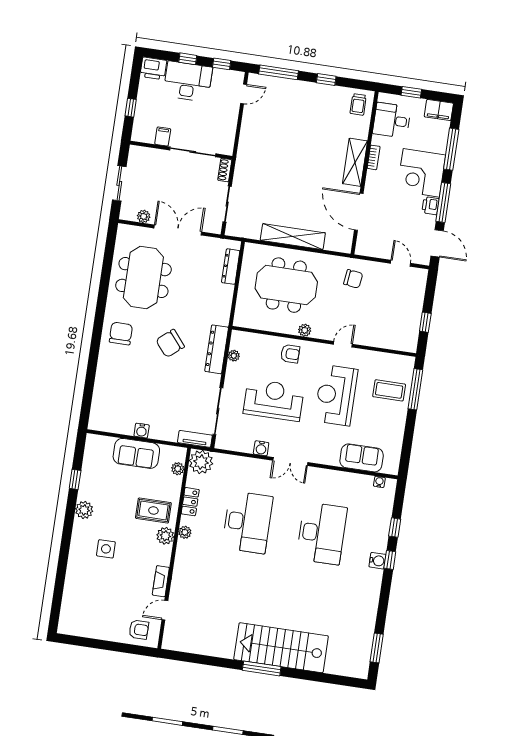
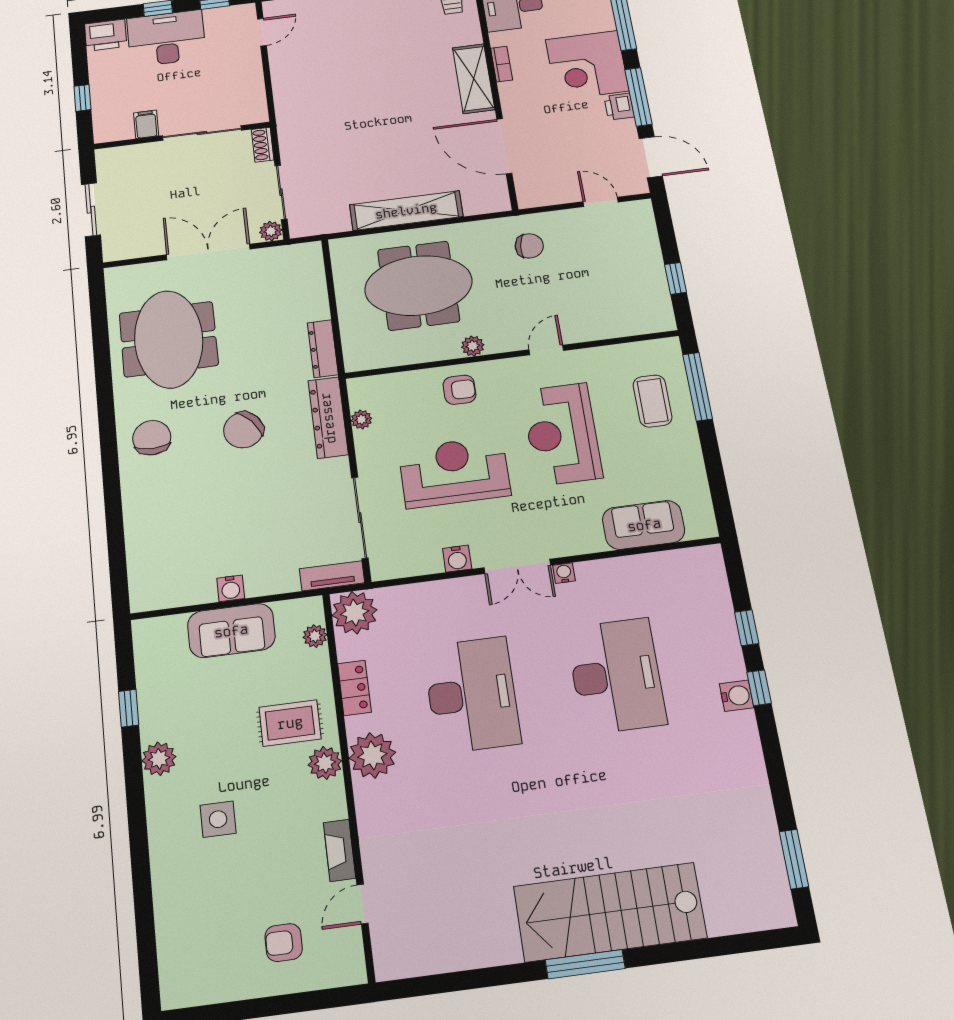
plant: (144, 216) -> (271, 231), moved
dresser: (231, 267) -> (323, 349), moved
coffee table: (389, 390) -> (652, 401), turned 90
water cooler: (379, 482) -> (564, 573), moved
plant: (185, 532) -> (372, 755), width x1.88, depth x1.88
armchair: (139, 630) -> (284, 943), moved, turned 180

